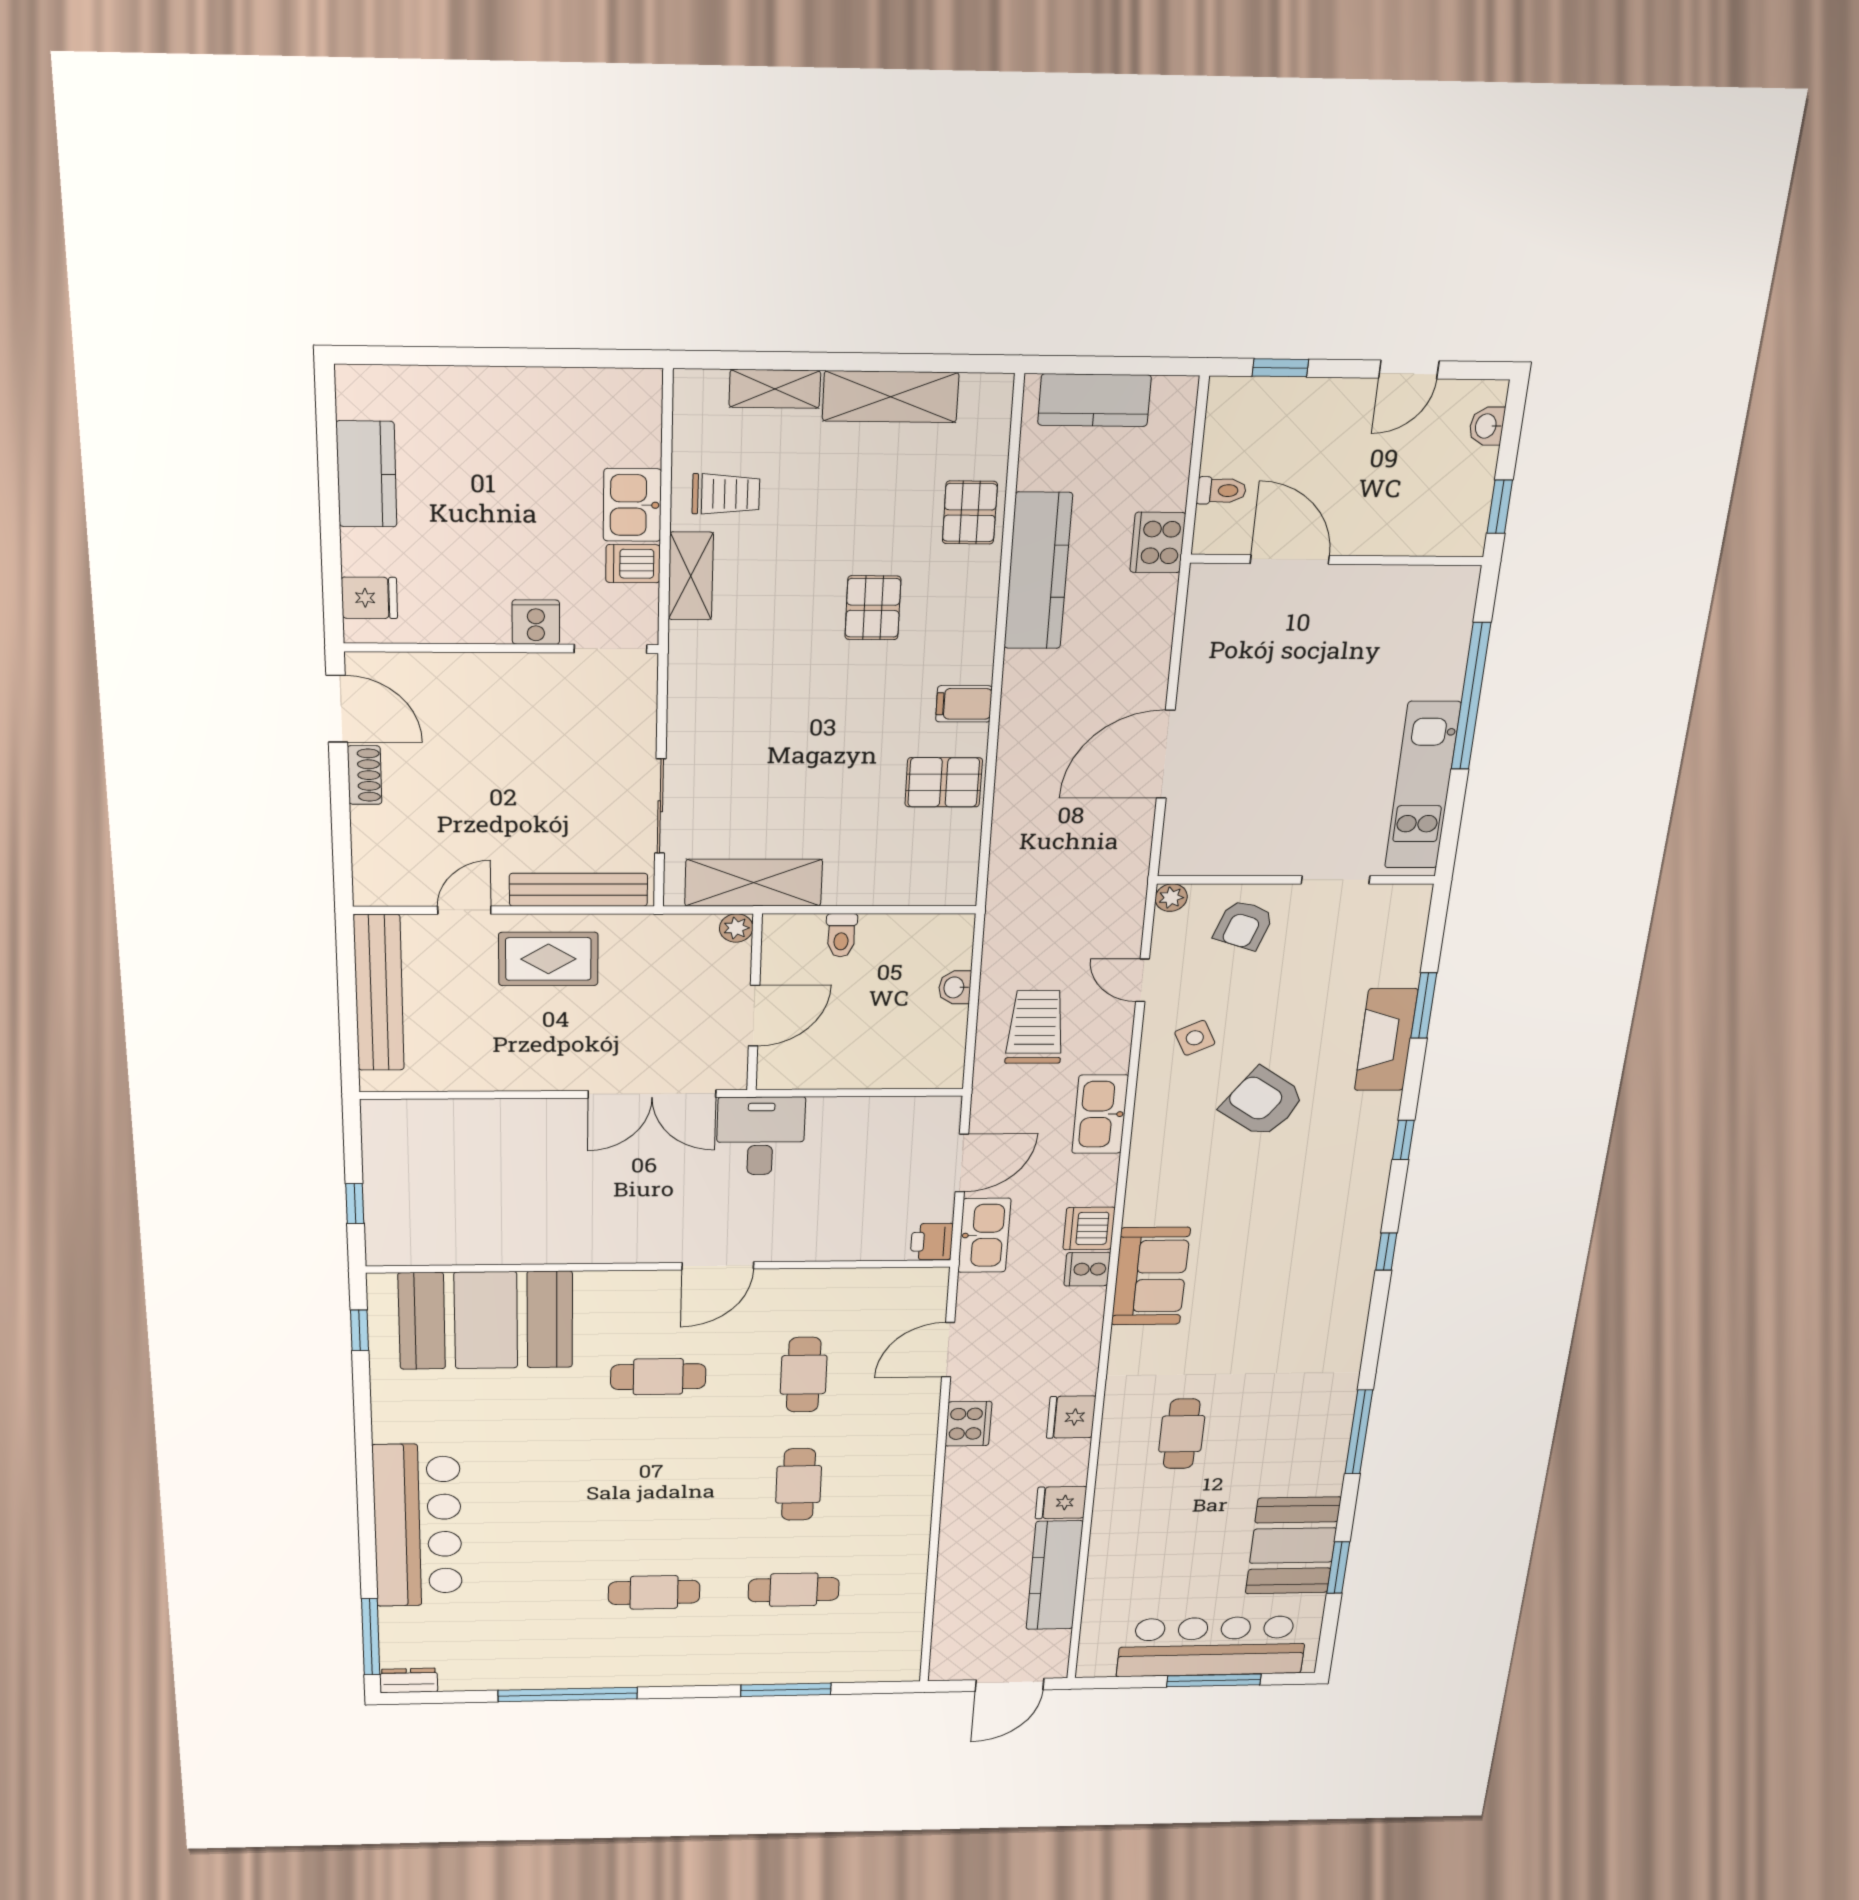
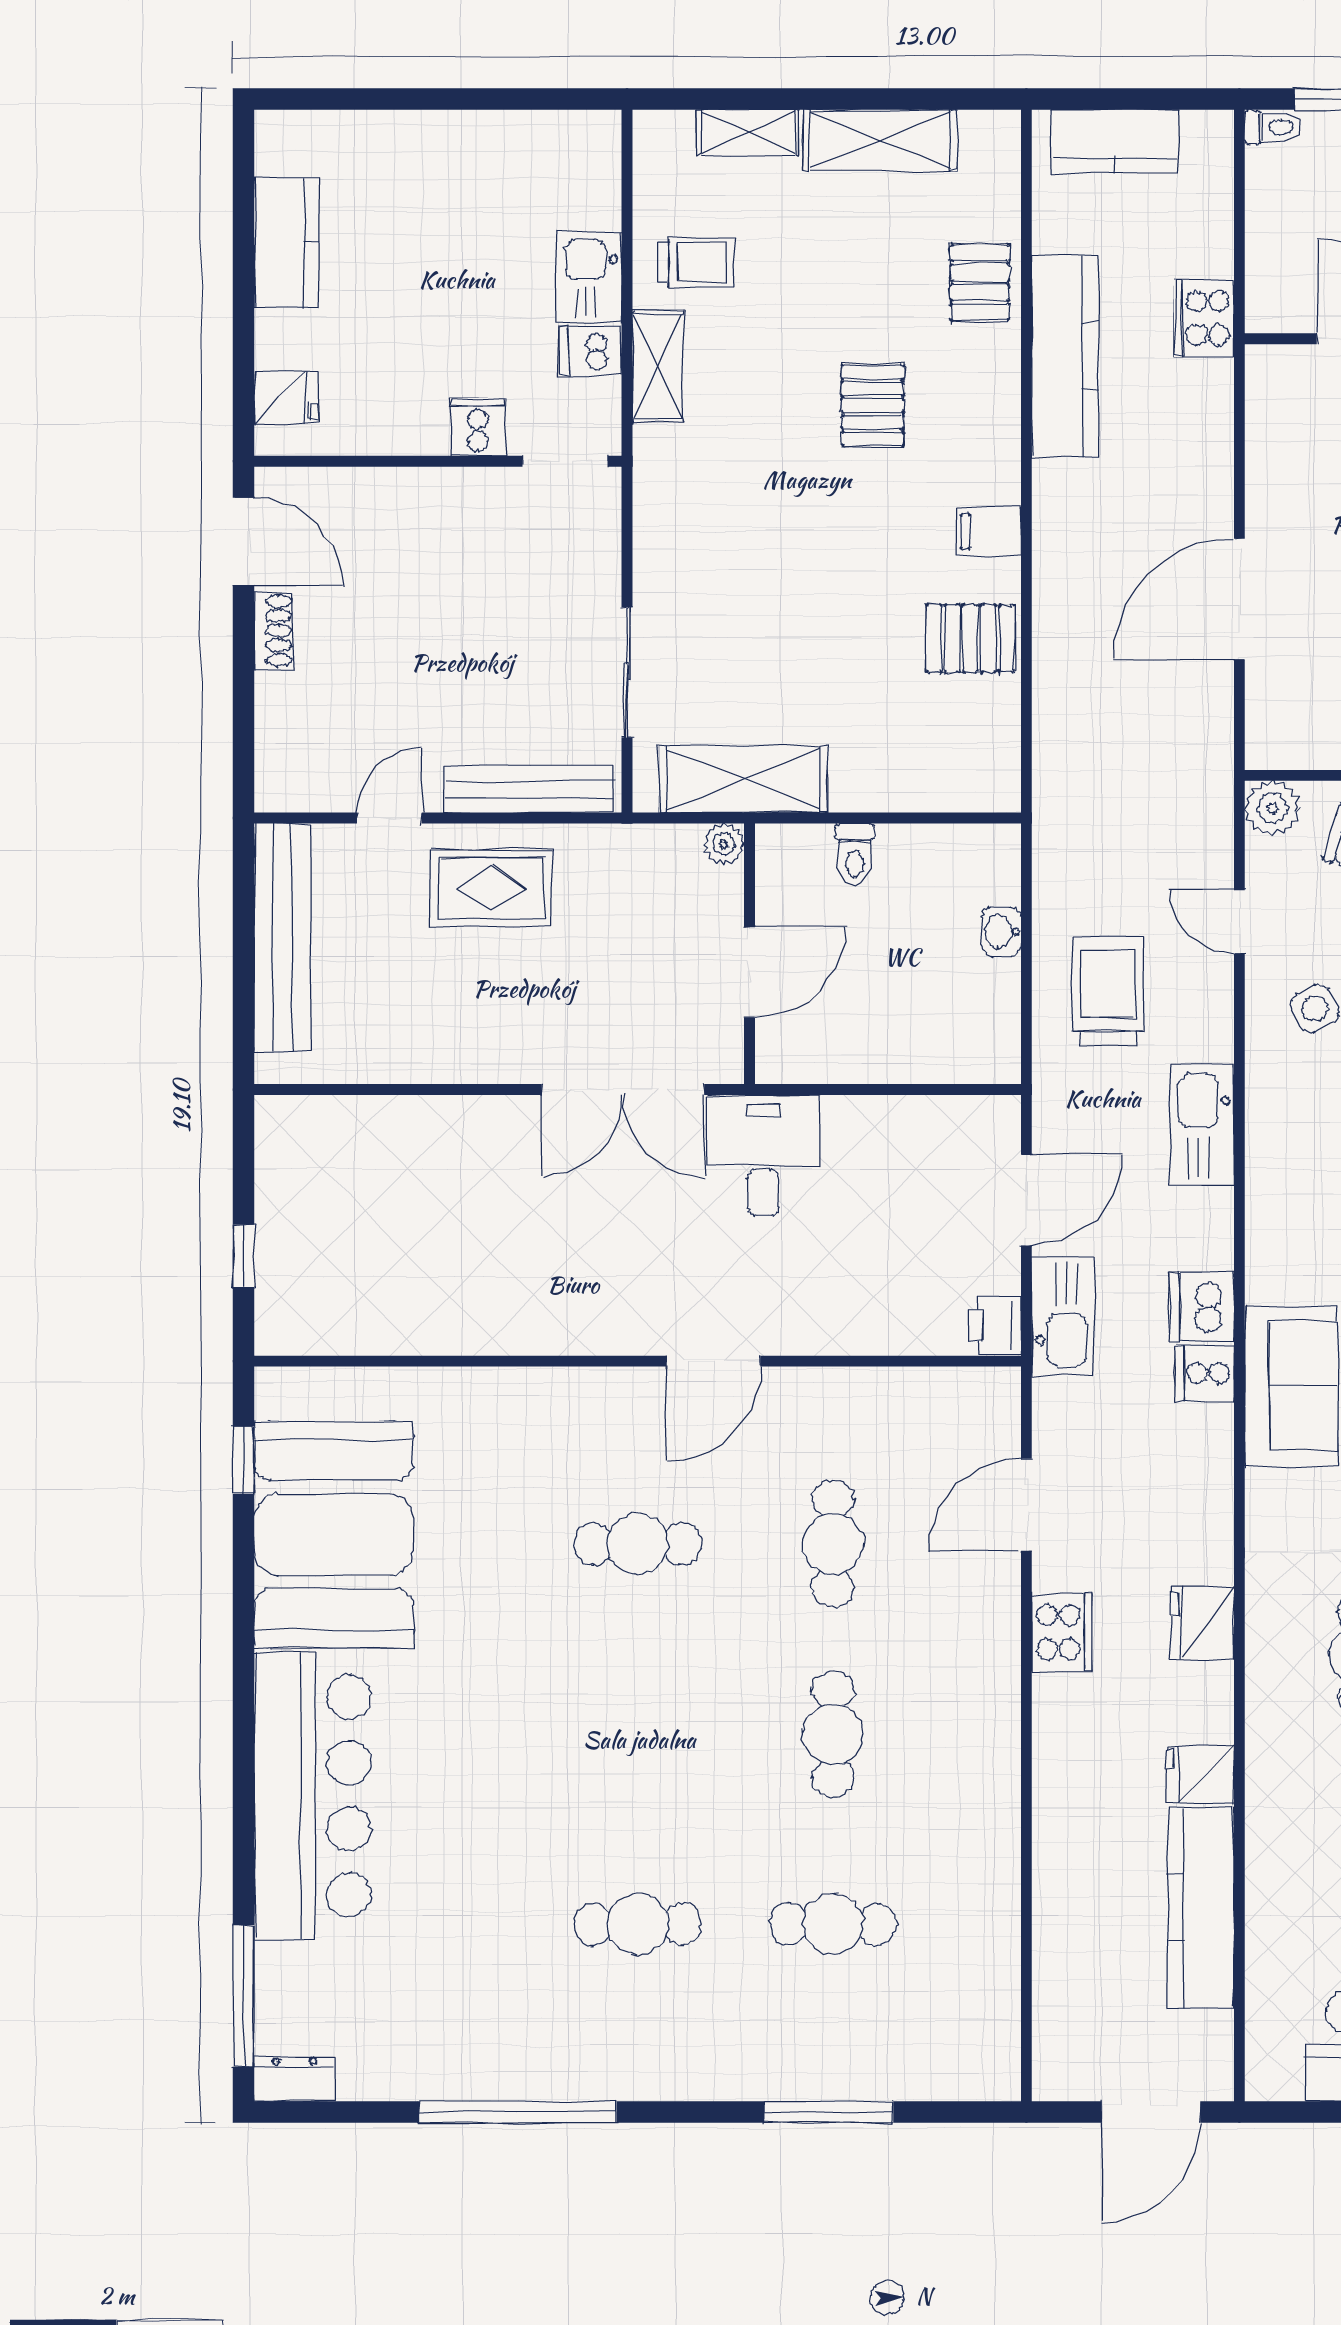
toilet: (1221, 491) -> (1273, 127), moved
plant: (1171, 898) -> (1272, 808), width x1.38, depth x1.38
booth: (486, 1320) -> (334, 1535), moved, turned 90

